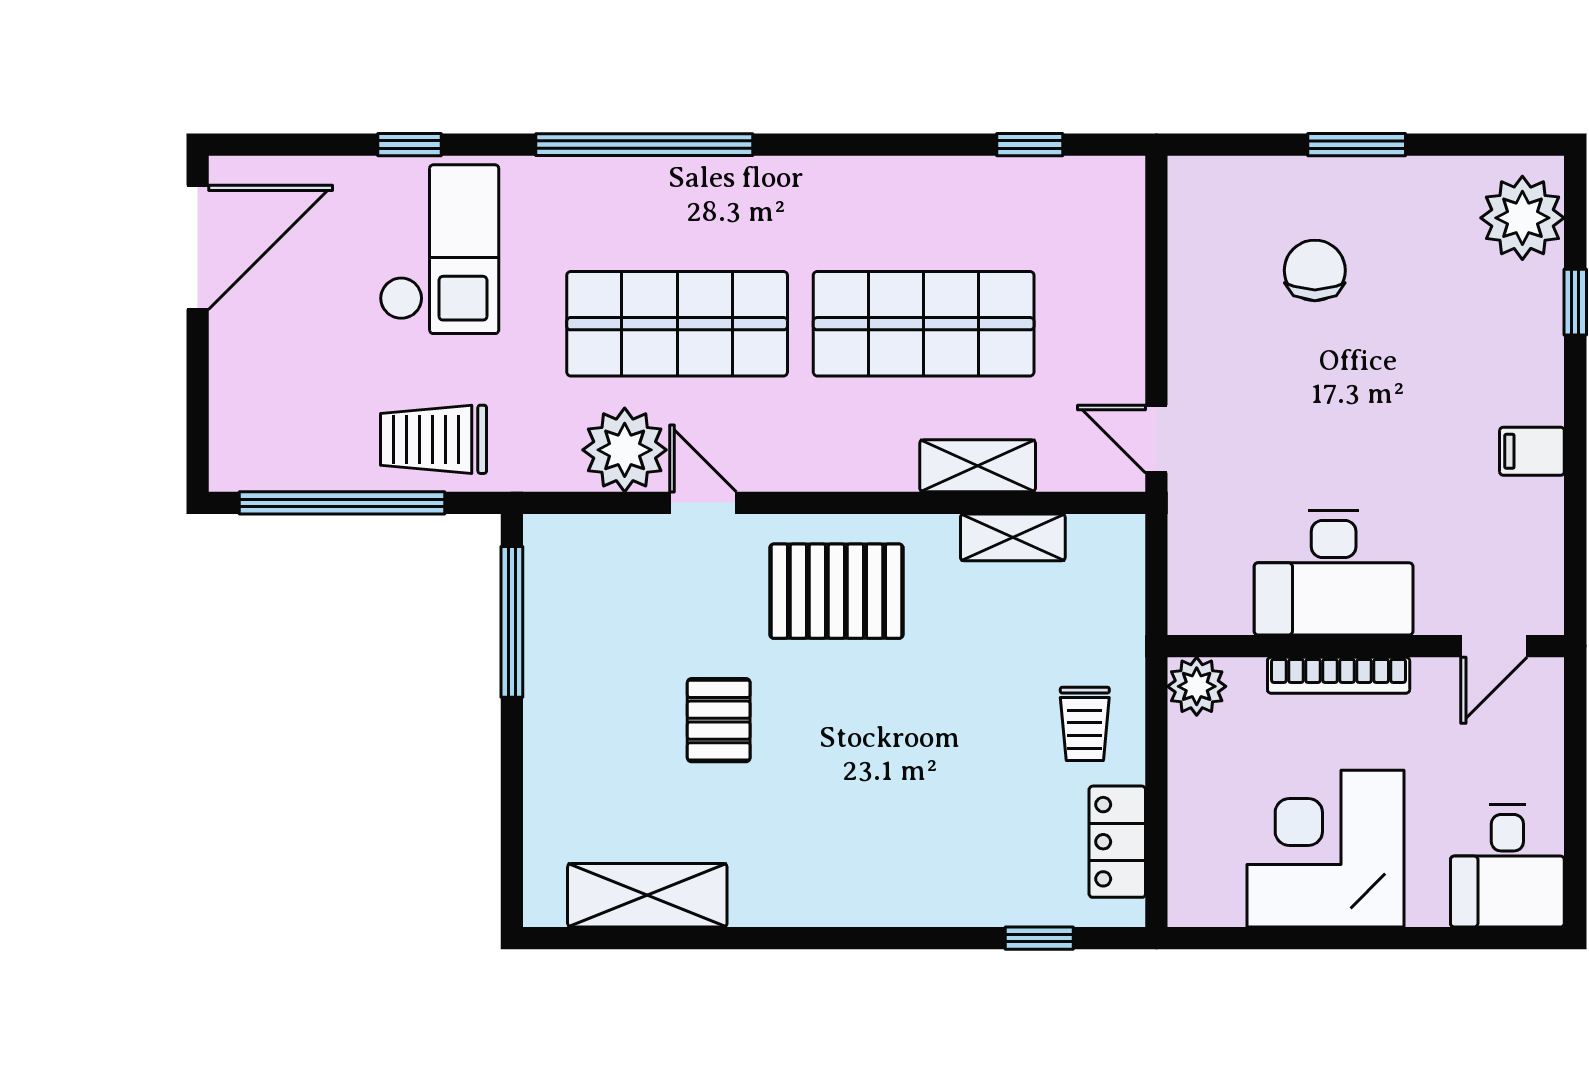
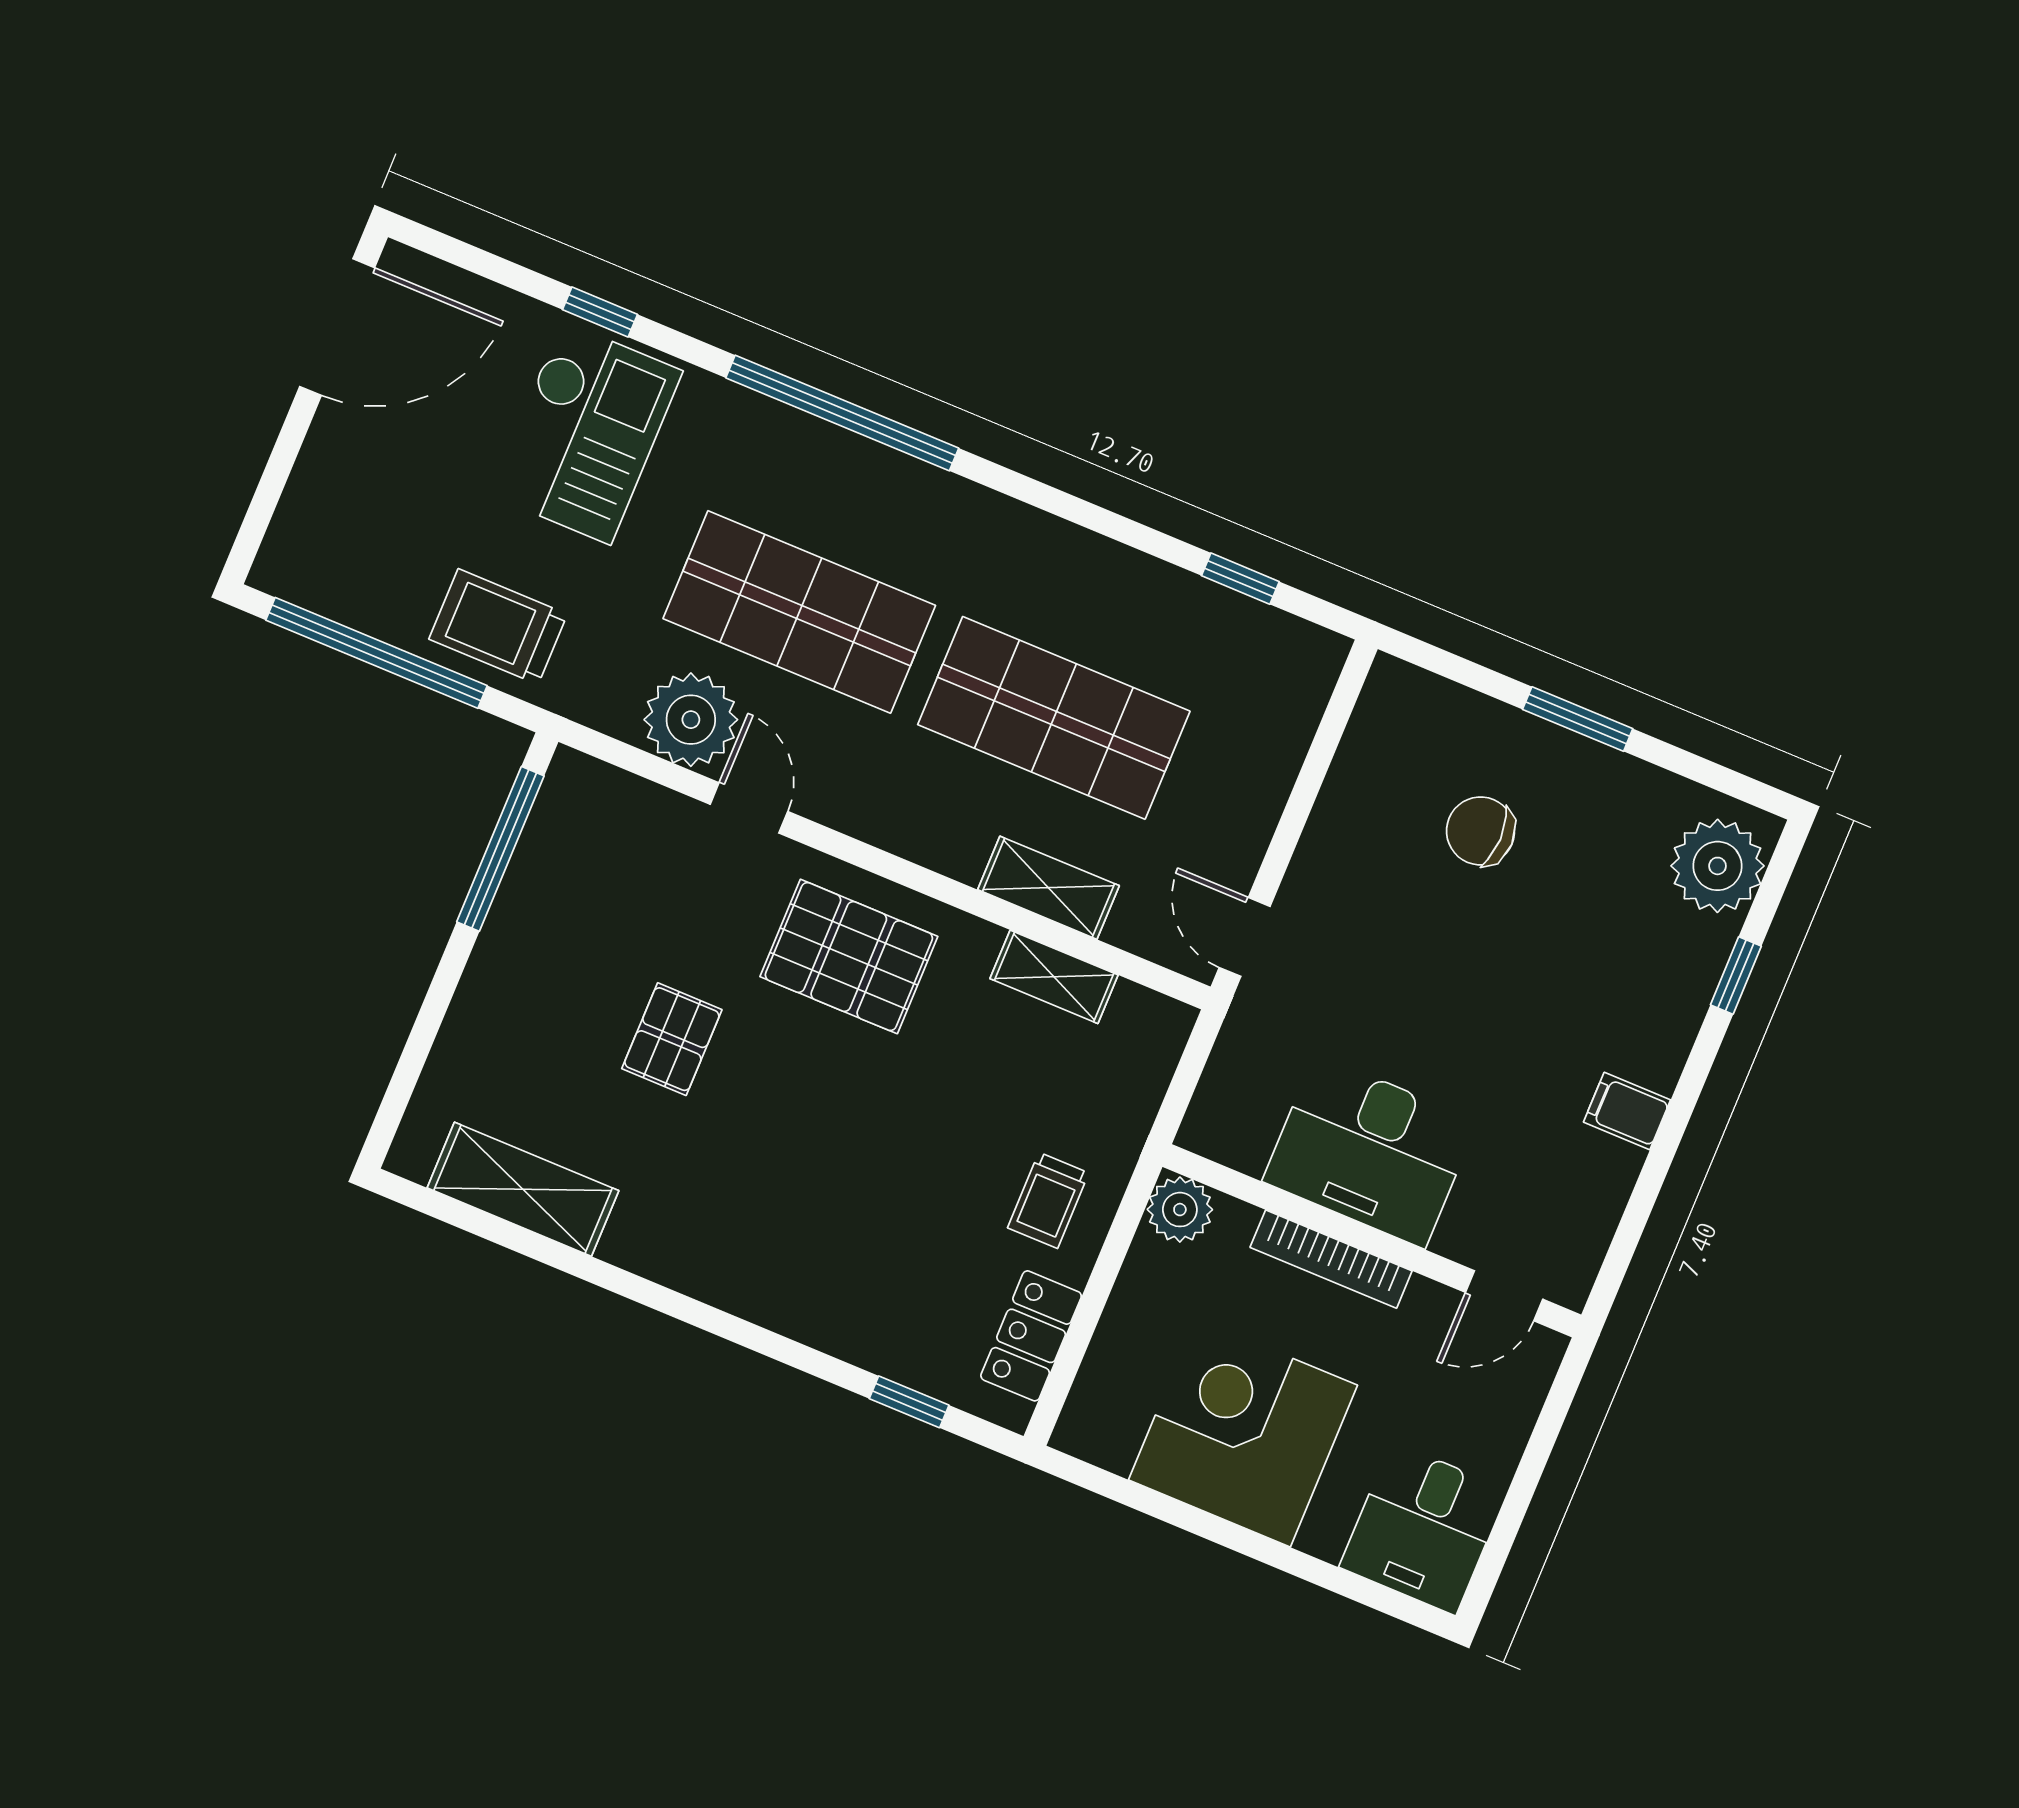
chair: (1315, 270) -> (1481, 831), turned -90

